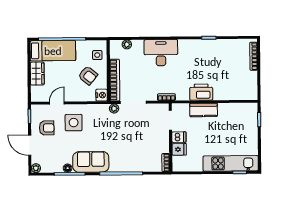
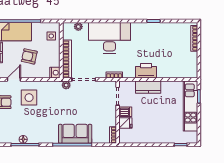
desk: (161, 53) -> (110, 38), width x1.36, depth x1.30
armchair: (88, 75) -> (29, 56), moved, turned 153
sofa: (91, 162) -> (75, 134), moved
kitchen unit: (231, 163) -> (191, 106), moved, turned -90

